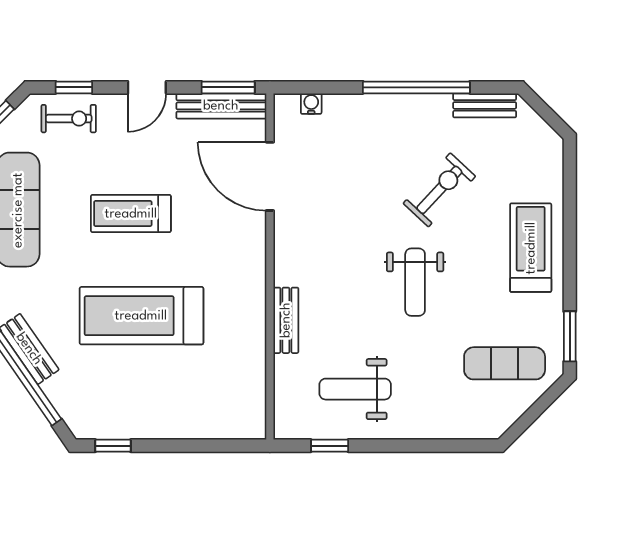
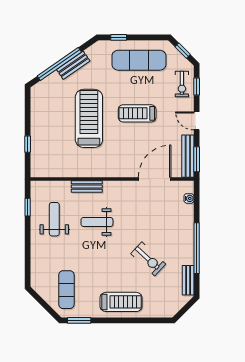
treadmill: (131, 214) -> (137, 113), turned -90
weight bench: (415, 282) -> (97, 222), moved
window: (113, 446) -> (28, 144), moved

